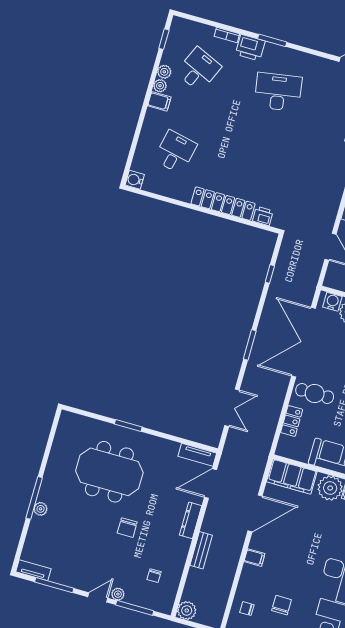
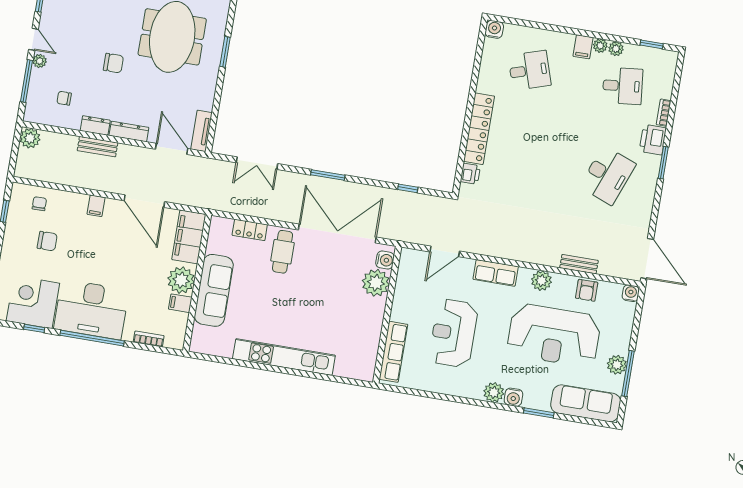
desk: (199, 69) -> (623, 86), turned -30
desk: (278, 92) -> (608, 175), turned 30
desk: (175, 152) -> (530, 70), turned -30
chair: (127, 528) -> (113, 63), turned 180
dresser: (182, 550) -> (95, 125), added

